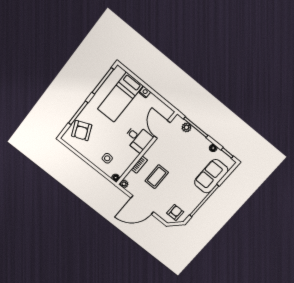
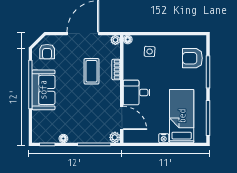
plant: (186, 127) -> (115, 137), moved
armchair: (82, 131) -> (192, 58), turned -67
sofa: (211, 176) -> (43, 90), moved

